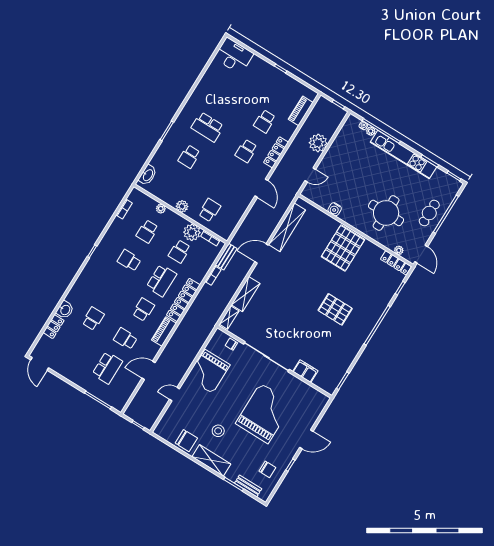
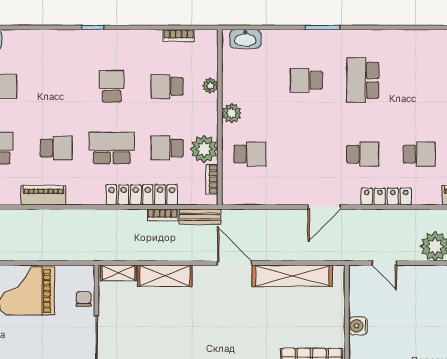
school desk: (265, 121) -> (419, 154), turned 180
school desk: (246, 151) -> (363, 154), turned 180
school desk: (161, 281) -> (112, 148), turned 180
locker: (183, 300) -> (142, 195), moved

